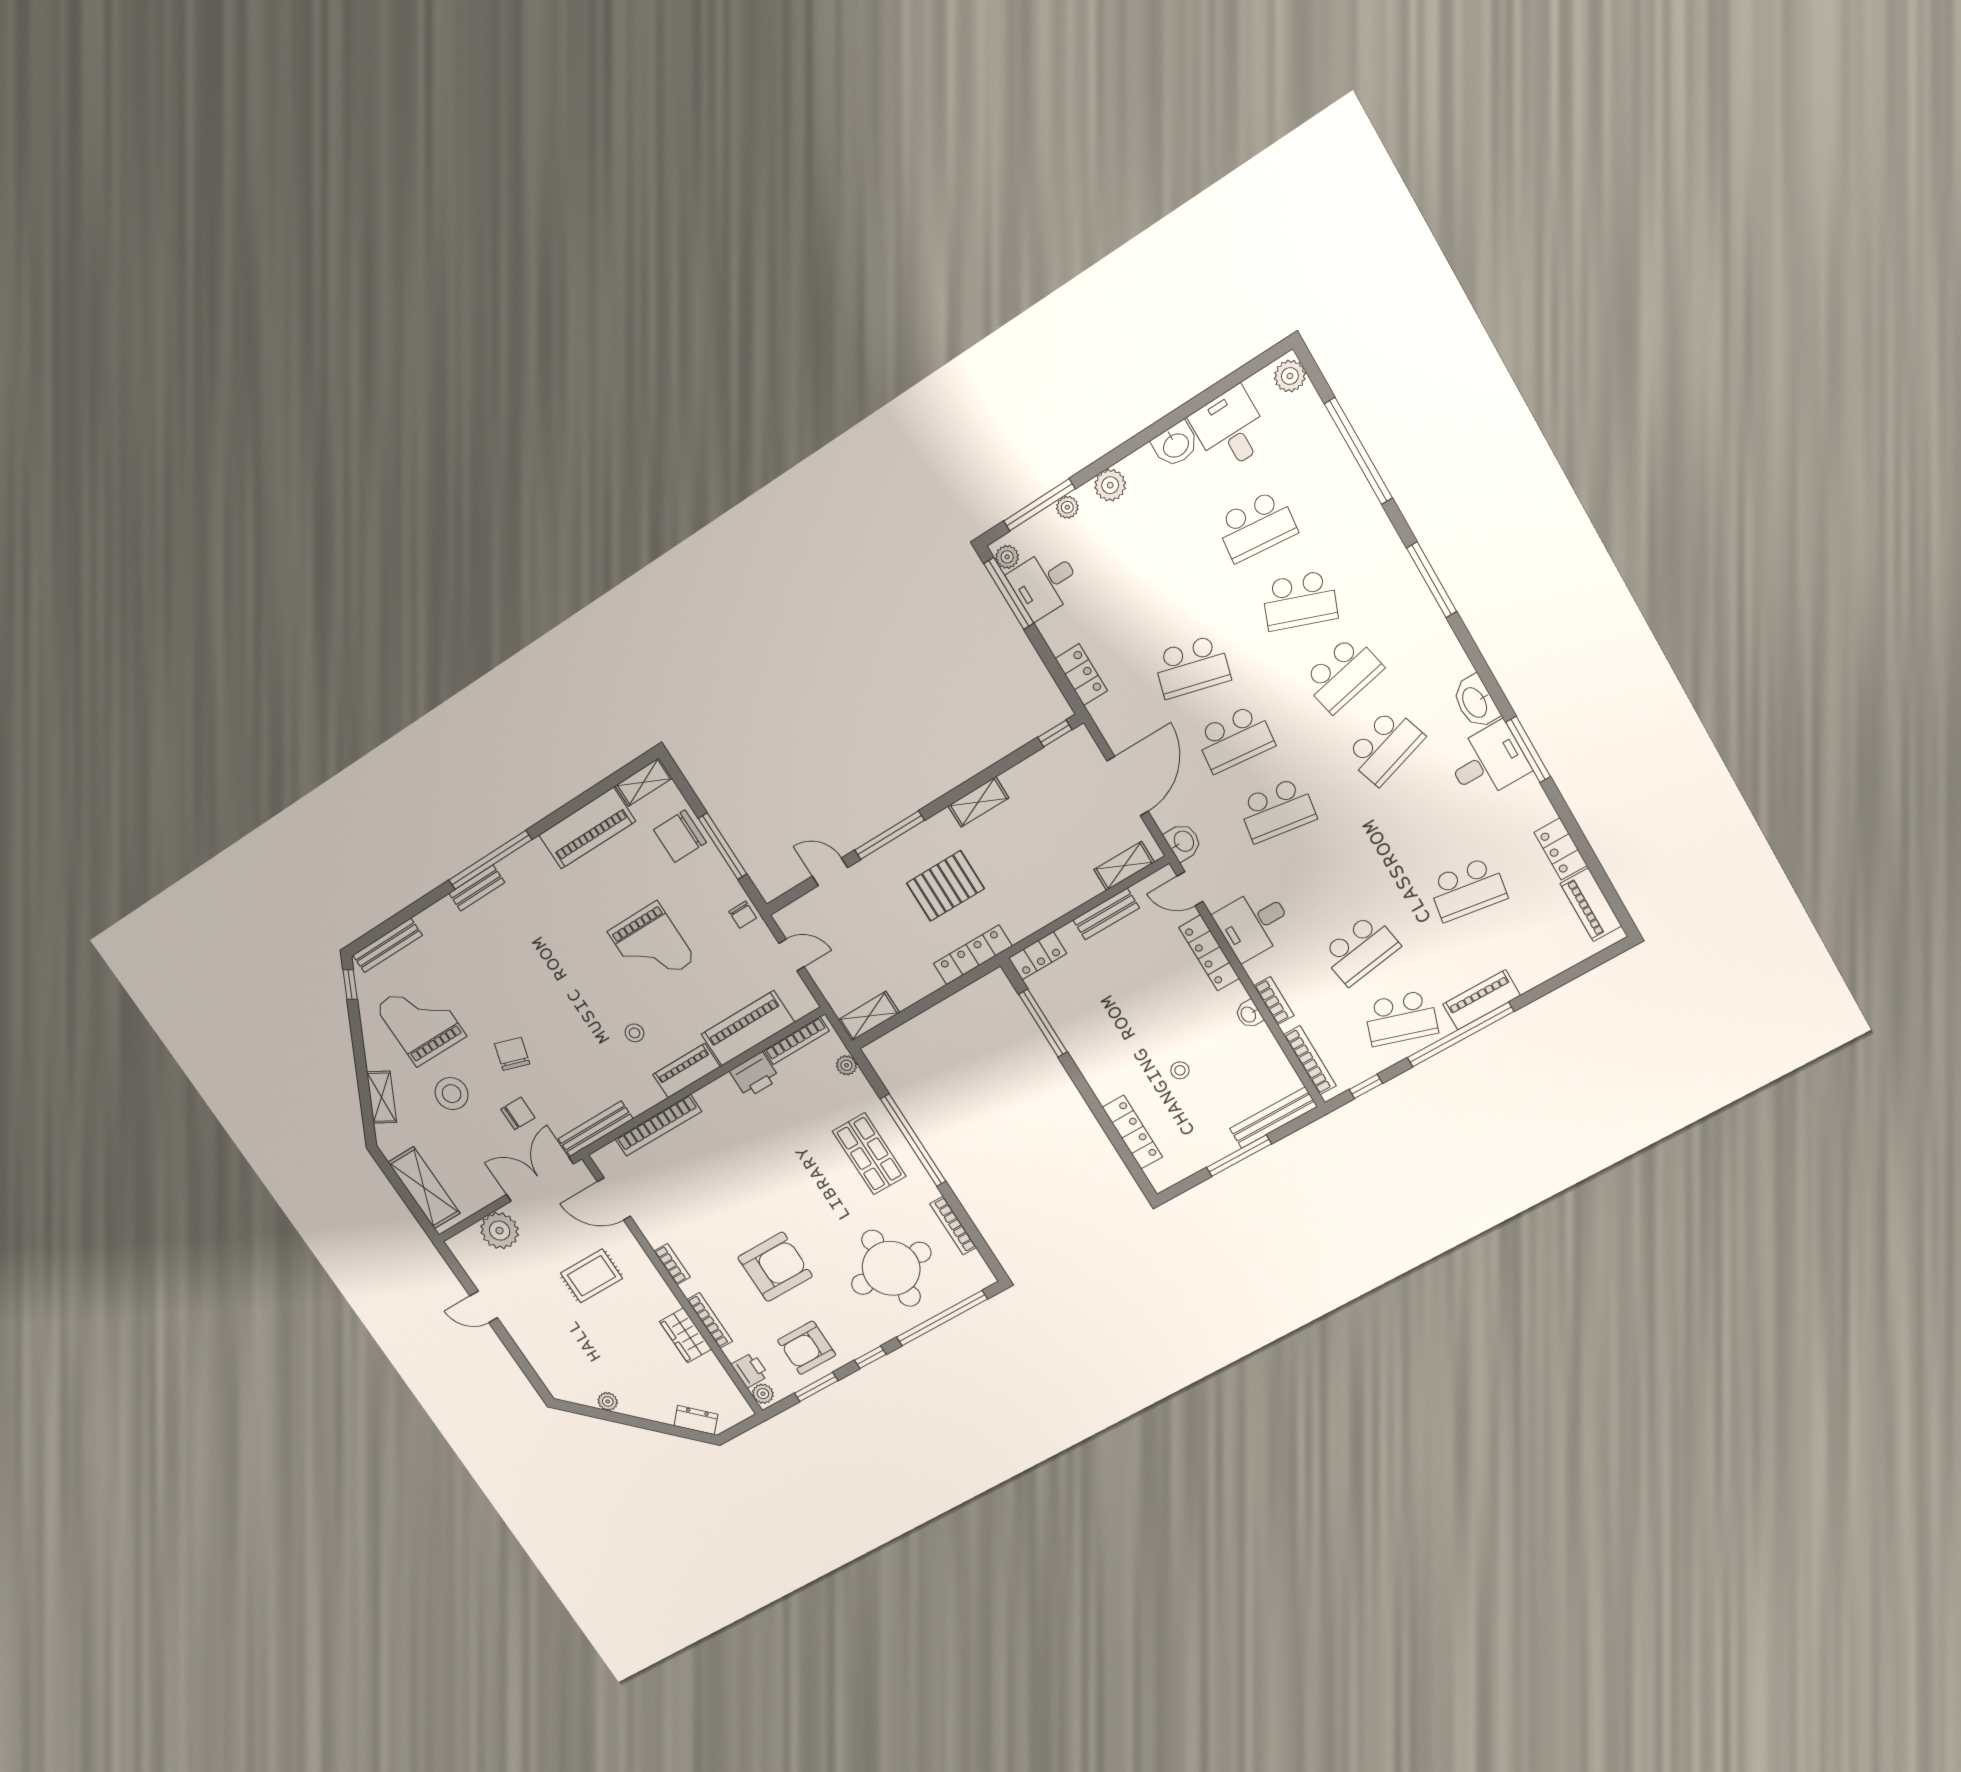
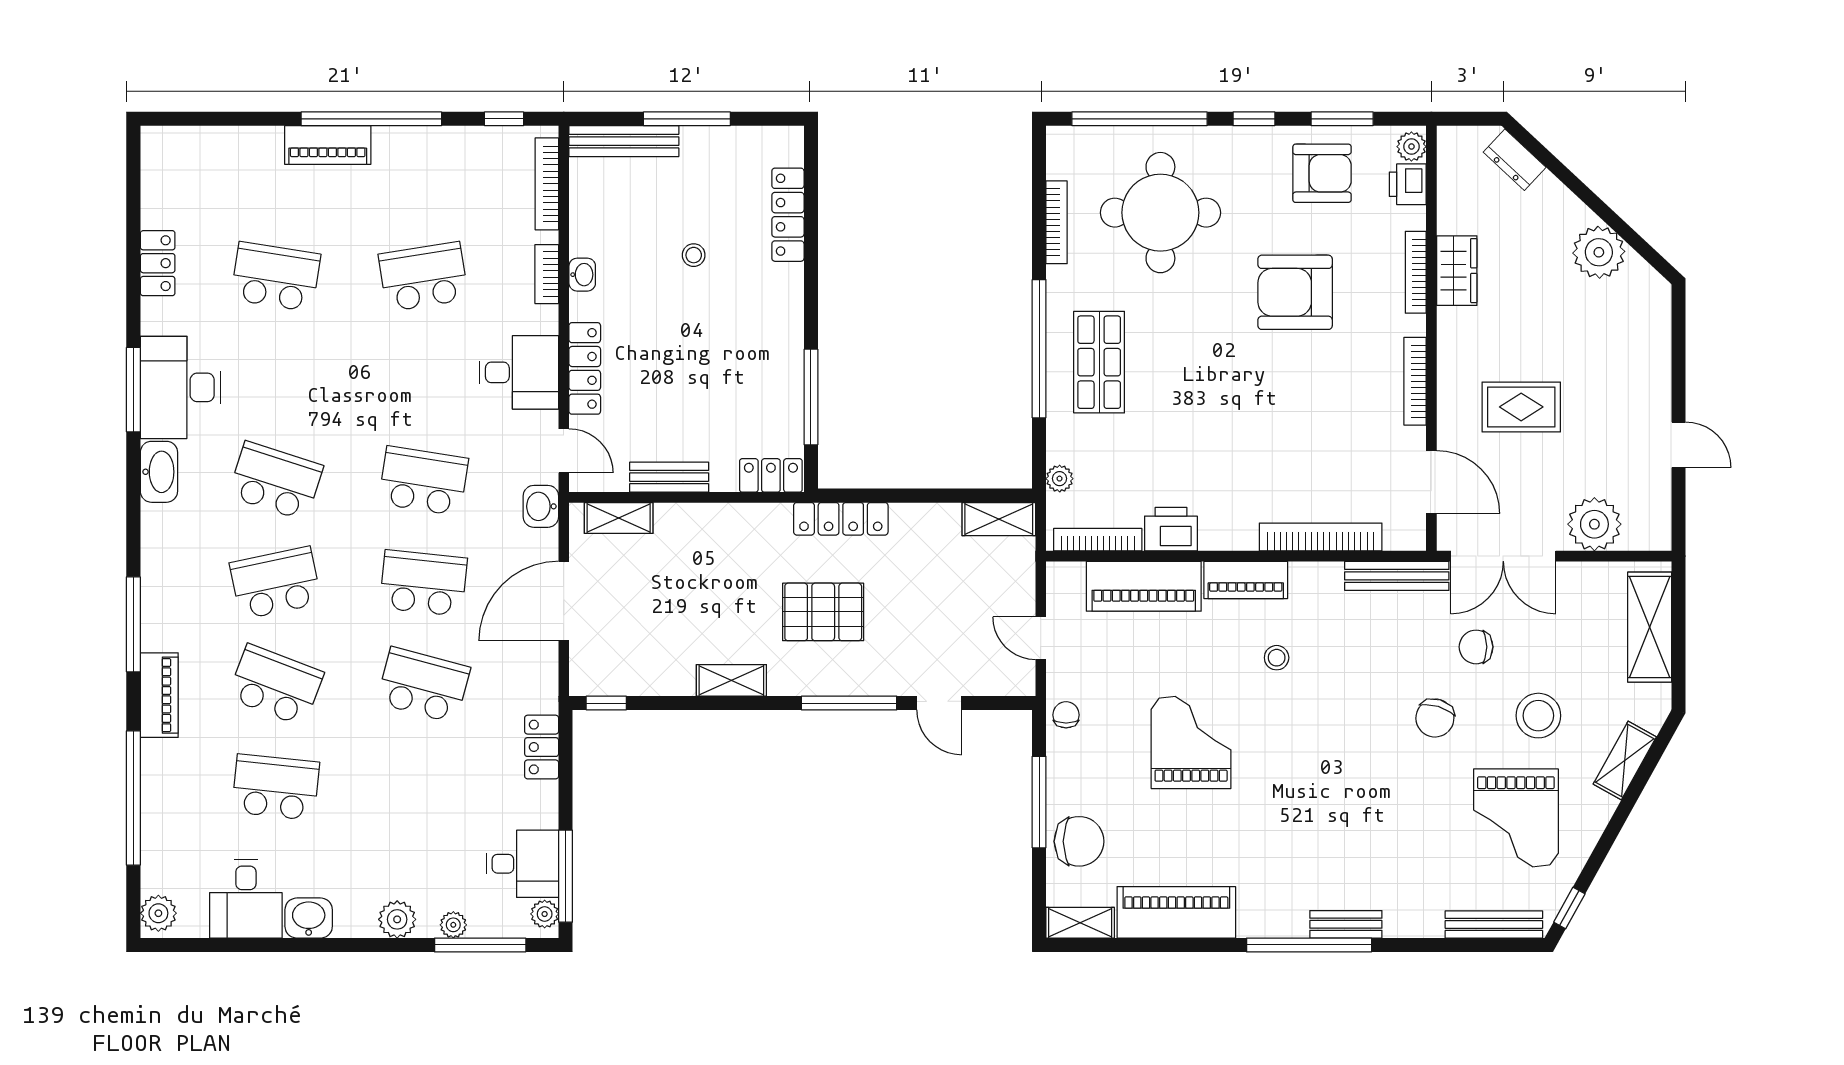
school desk: (1385, 747) -> (276, 481), turned 36
desk: (1488, 762) -> (180, 387), width x1.37
piano: (1591, 905) -> (159, 695), moved
school desk: (1401, 1018) -> (423, 175), removed
bookcase: (672, 1264) -> (1415, 381), width x1.56
plant: (608, 1401) -> (1599, 252), width x1.88, depth x1.88

